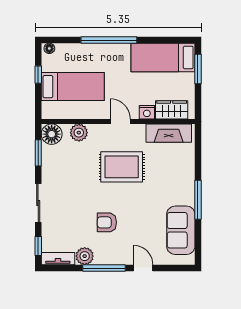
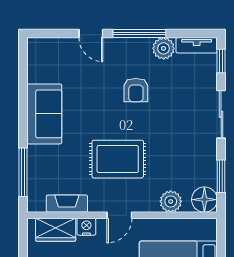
door: (120, 121) -> (119, 215), hinge flipped
fireplace: (169, 133) -> (67, 204), width x0.73, depth x0.76
window: (198, 200) -> (23, 172), moved
armchair: (107, 222) -> (136, 90), turned 90
sofa: (181, 230) -> (44, 114), moved

